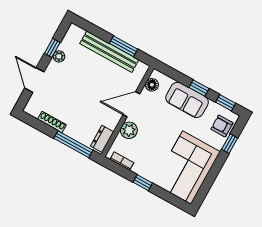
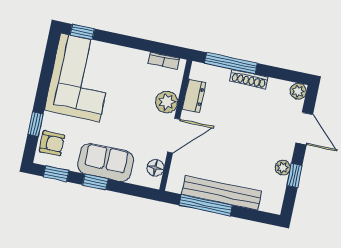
window: (124, 46) -> (206, 205), width x1.44
plant: (31, 109) -> (298, 91), added
shoe rack: (52, 122) -> (249, 79), moved
dresser: (102, 139) -> (194, 96), moved
window: (143, 183) -> (82, 32), moved

